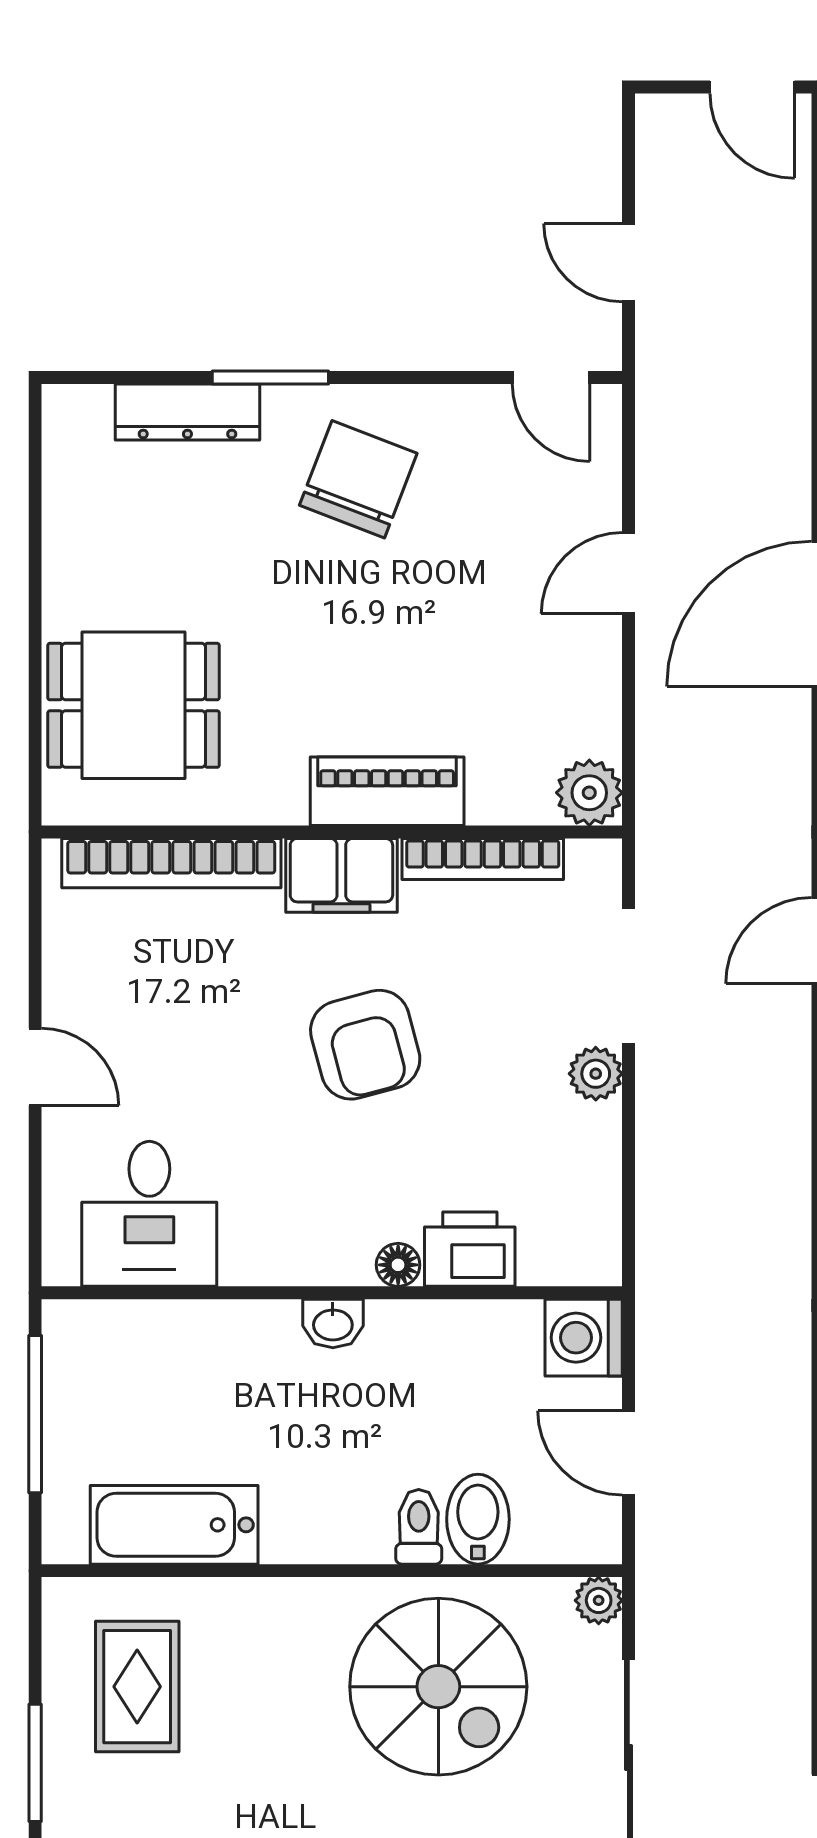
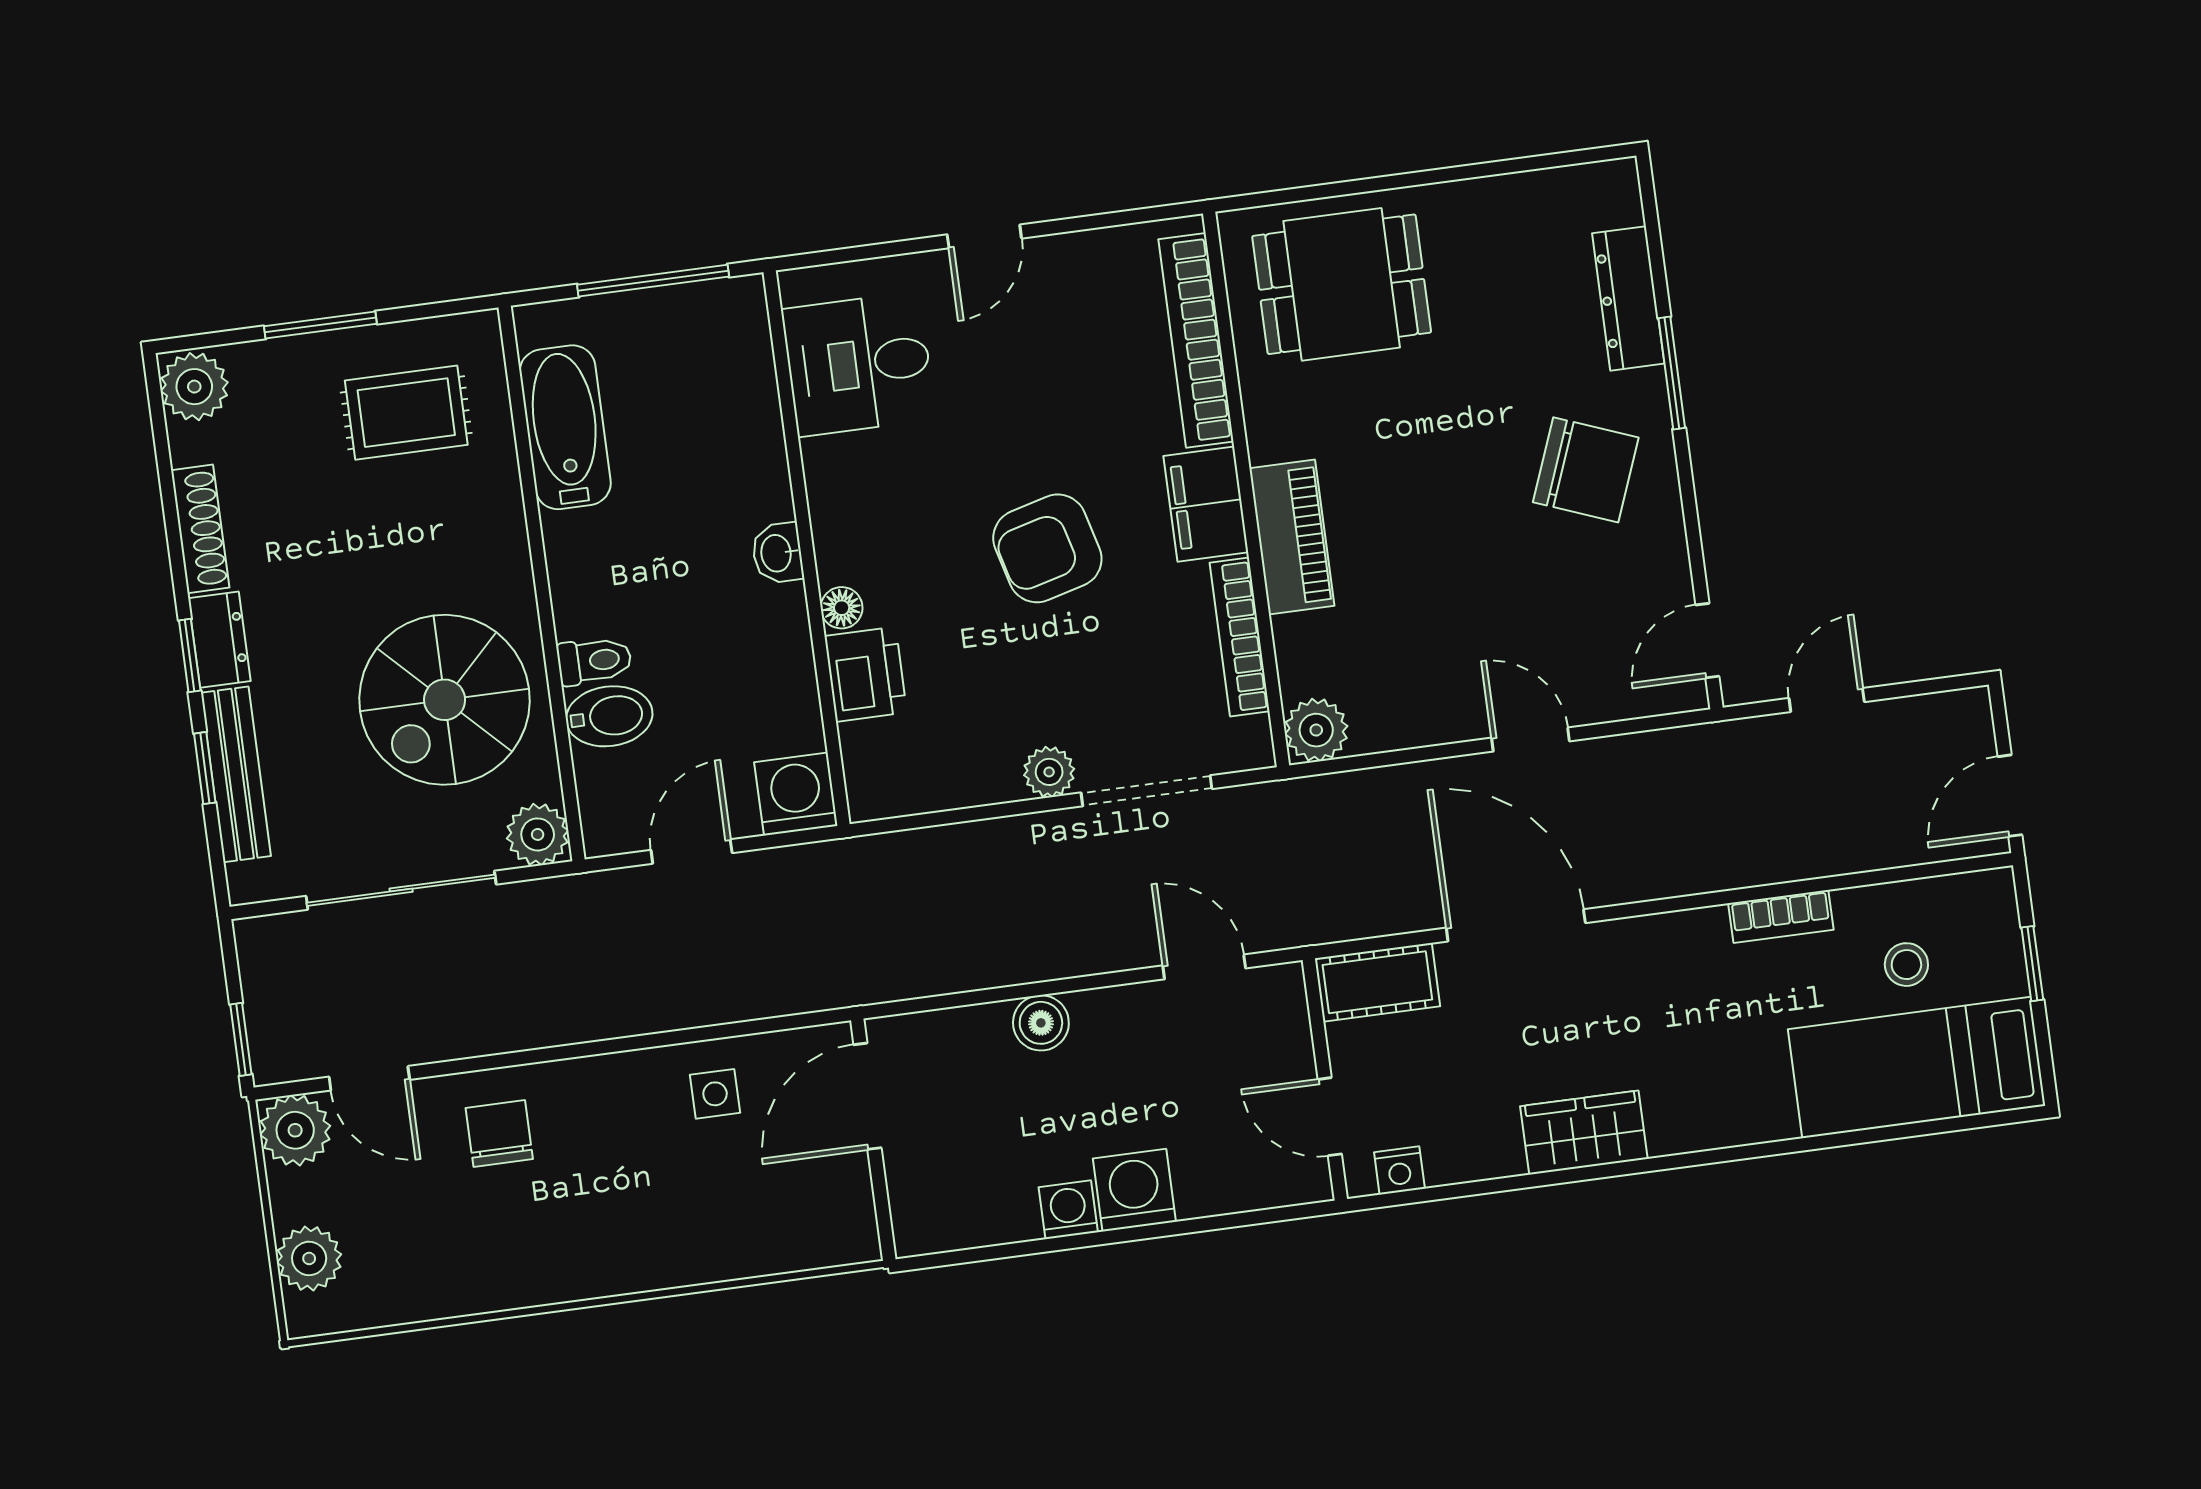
dining table: (134, 705) -> (1342, 284), turned 90
plant: (599, 1600) -> (538, 834), width x1.38, depth x1.38

